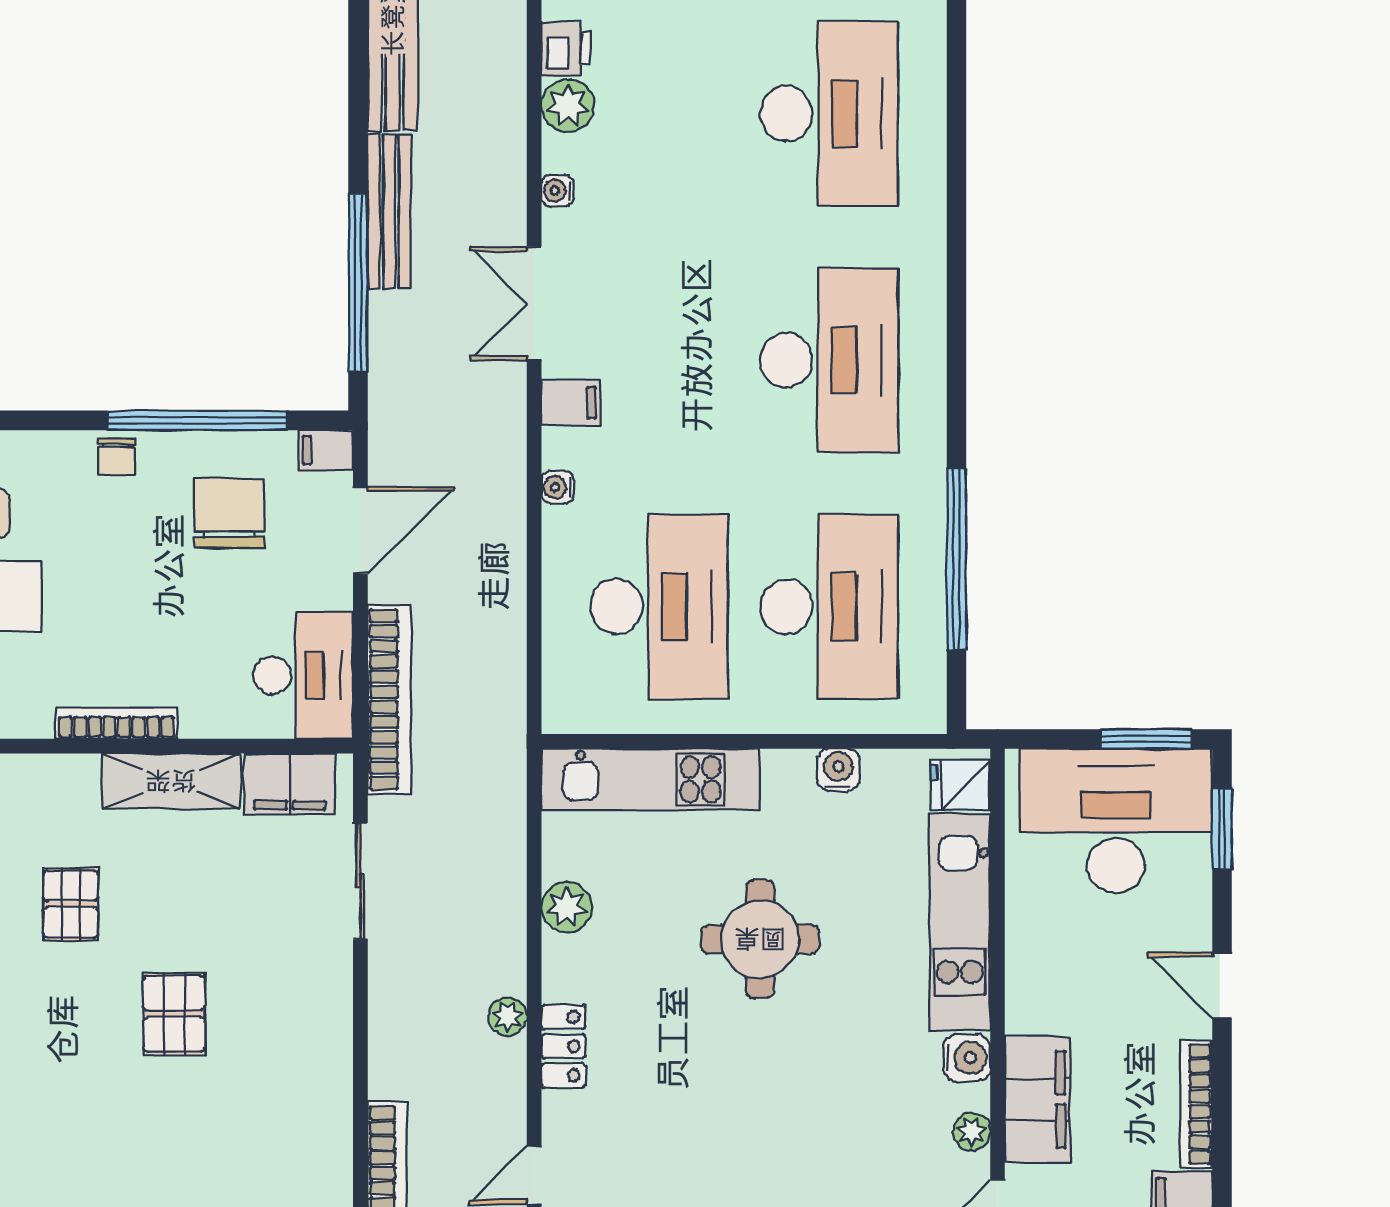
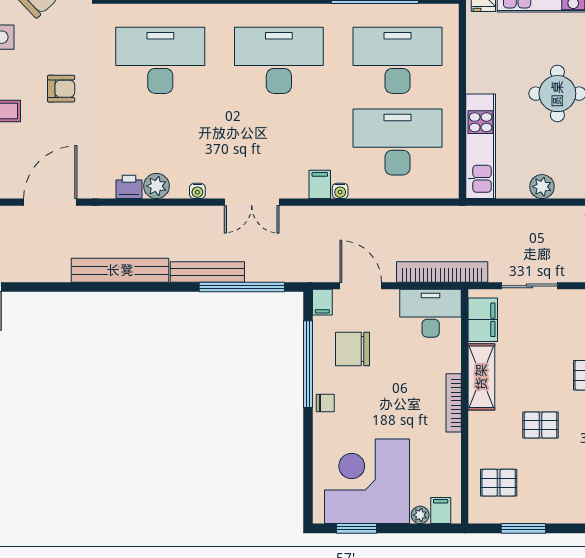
filing cabinet: (571, 403) -> (320, 184), moved
water cooler: (838, 770) -> (476, 56), removed

